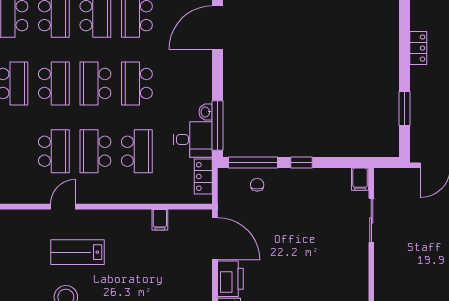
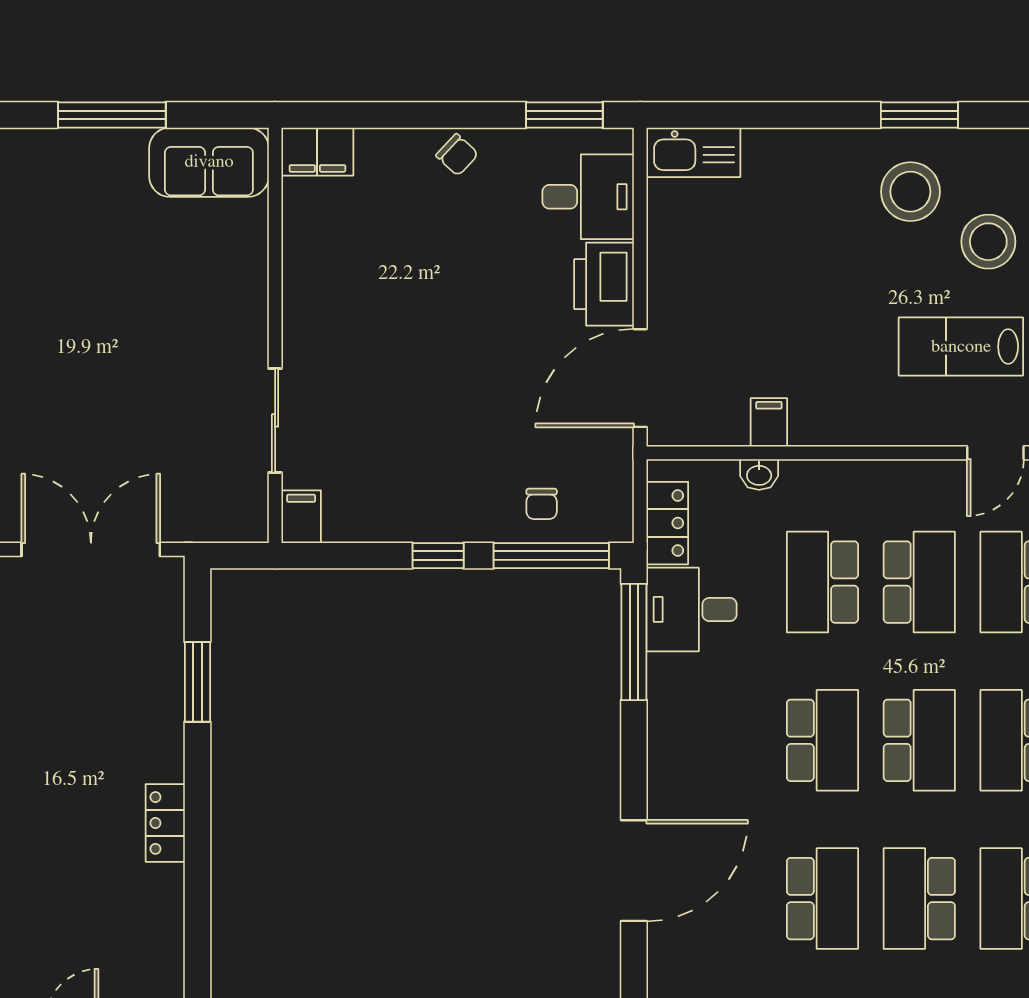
washbasin: (206, 112) -> (759, 475), moved, turned 90
door: (215, 239) -> (640, 378), hinge flipped
lab bench: (78, 252) -> (961, 347), turned 180

